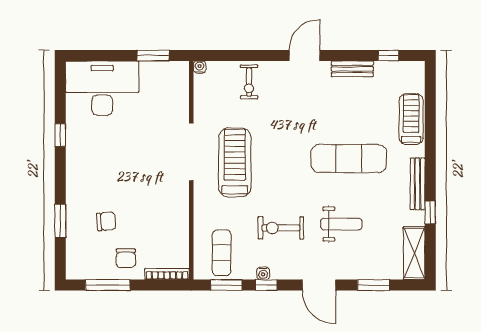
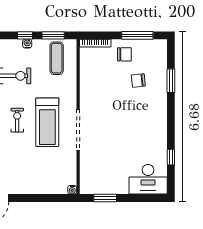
exercise bike: (249, 82) -> (17, 120), moved
desk: (102, 88) -> (148, 179), width x0.73, depth x0.77
window: (60, 135) -> (171, 157), moved
chair: (126, 258) -> (124, 54), turned 90

